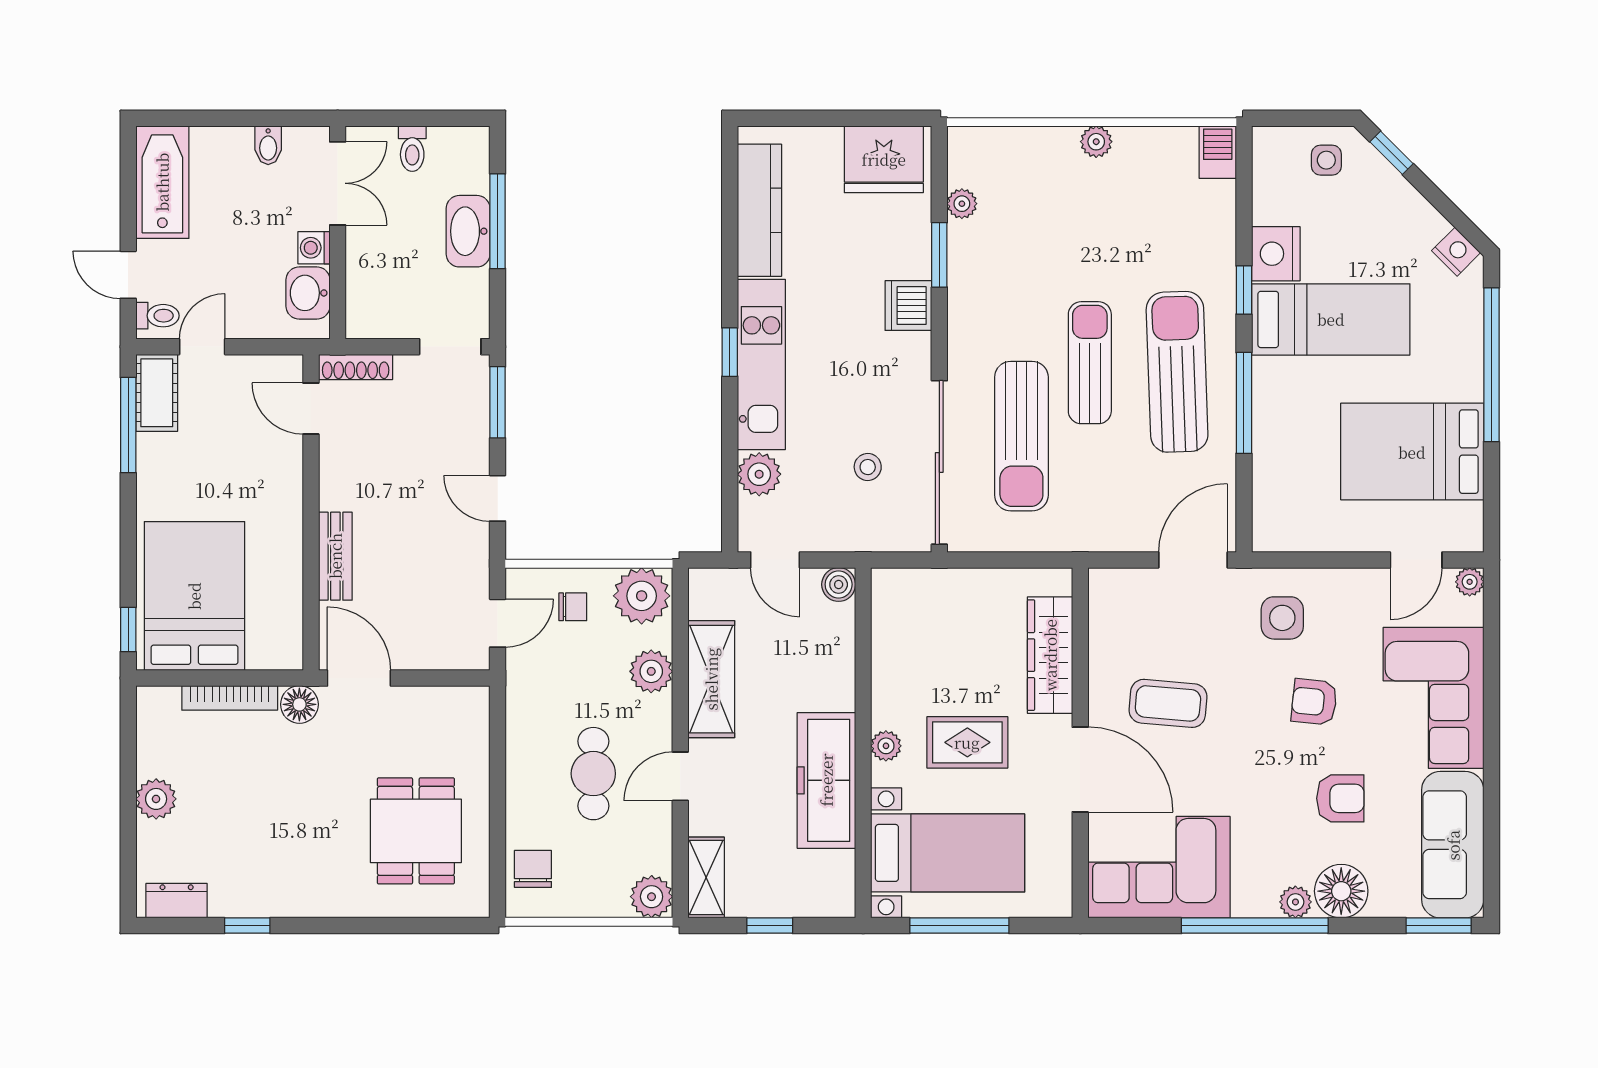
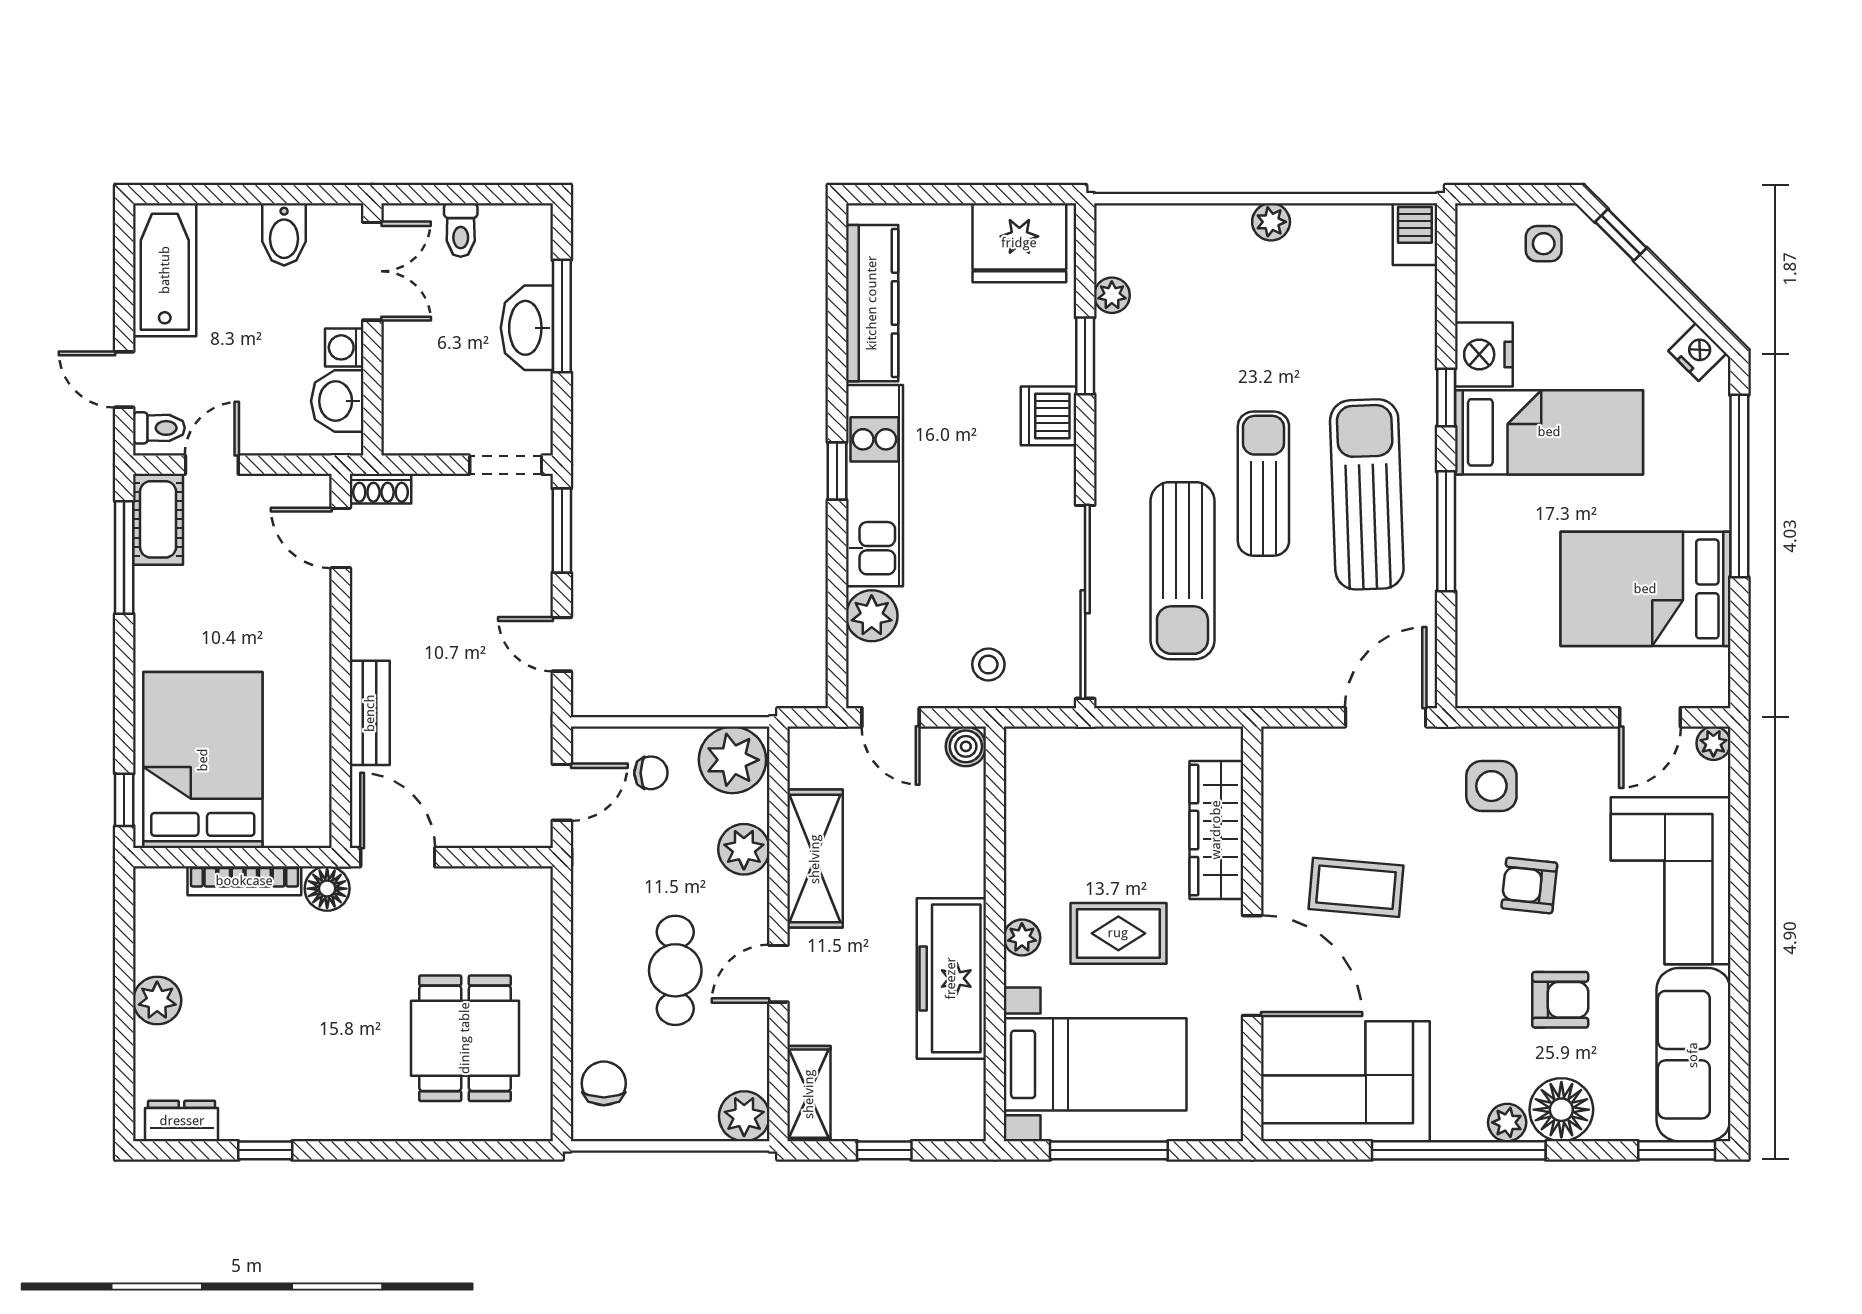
bidet: (268, 145) -> (284, 234), width x1.38, depth x1.36
shoe rack: (356, 367) -> (381, 489), width x0.70
stool: (868, 467) -> (988, 665), moved

